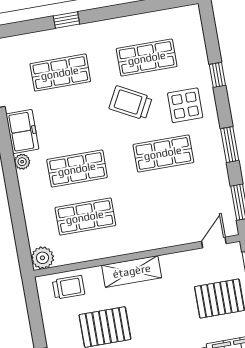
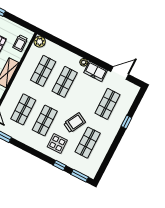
window: (230, 145) -> (80, 176), moved
shop shelf: (172, 201) -> (23, 109), added

